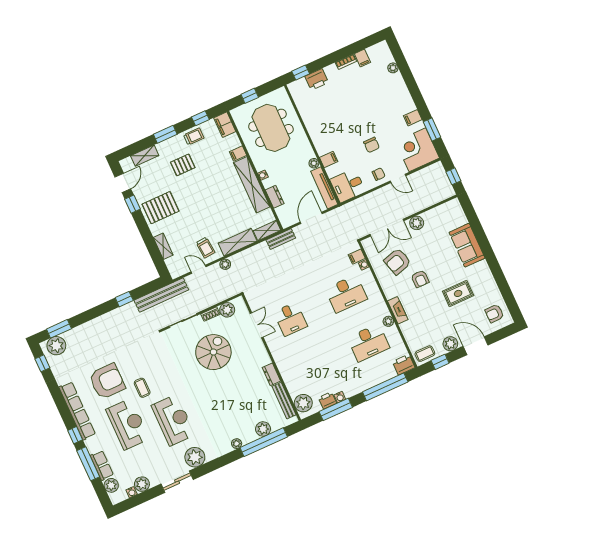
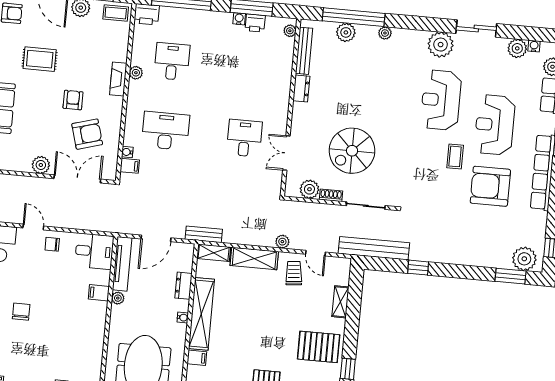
chair: (372, 145) -> (21, 312), moved
desk: (369, 343) -> (172, 61), width x0.73
plant: (303, 403) -> (290, 31), width x0.53, depth x0.53

